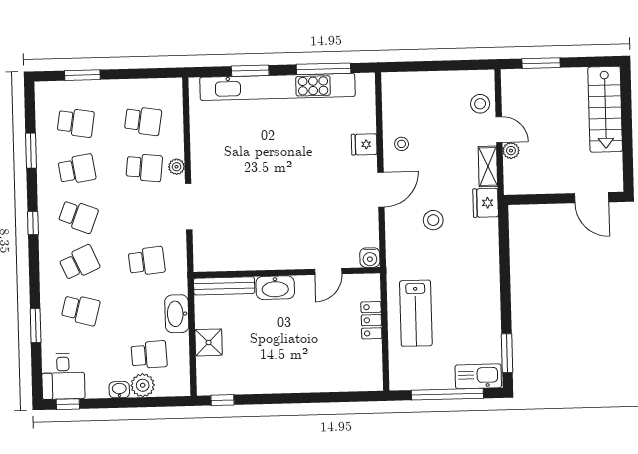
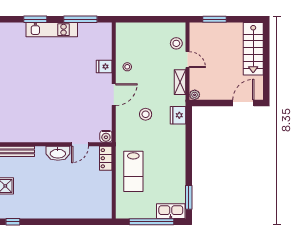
kitchen unit: (277, 87) -> (52, 30), width x0.54
plant: (511, 151) -> (195, 95), moved
door: (592, 198) -> (243, 103), swing flipped
fridge: (486, 203) -> (178, 115), moved
washbasin: (275, 288) -> (58, 153), moved
locker: (371, 320) -> (106, 158), moved

